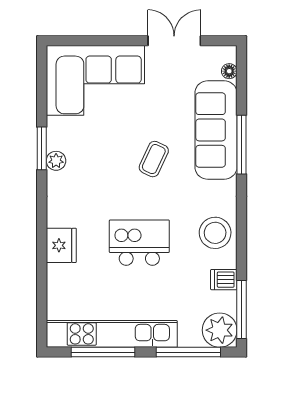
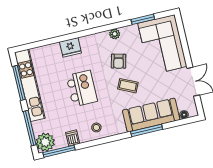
window: (42, 148) -> (143, 19), moved
armchair: (106, 165) -> (119, 61), added
stool: (215, 233) -> (96, 127), width x0.53, depth x0.53

